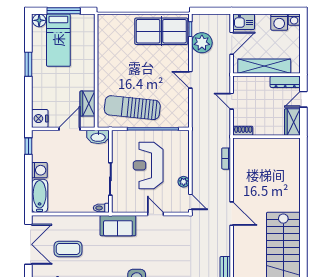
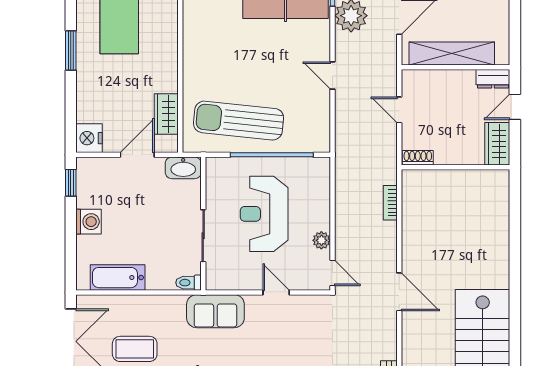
dresser: (285, 82) -> (493, 79), width x0.70
bathtub: (40, 196) -> (118, 278), moved, turned -90

